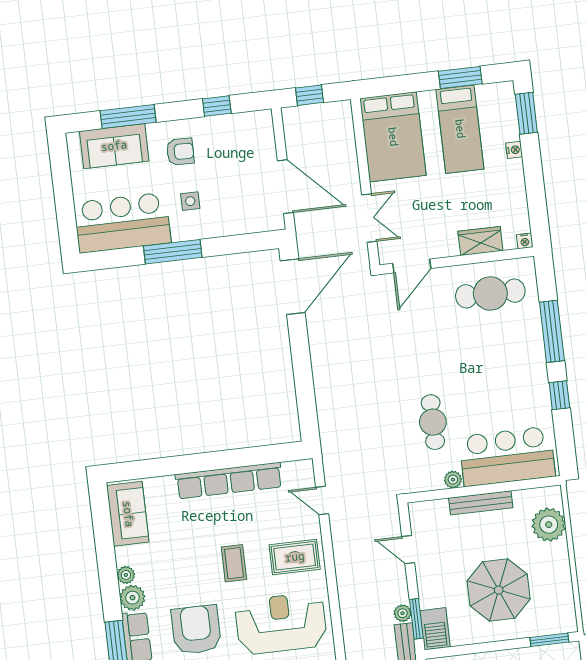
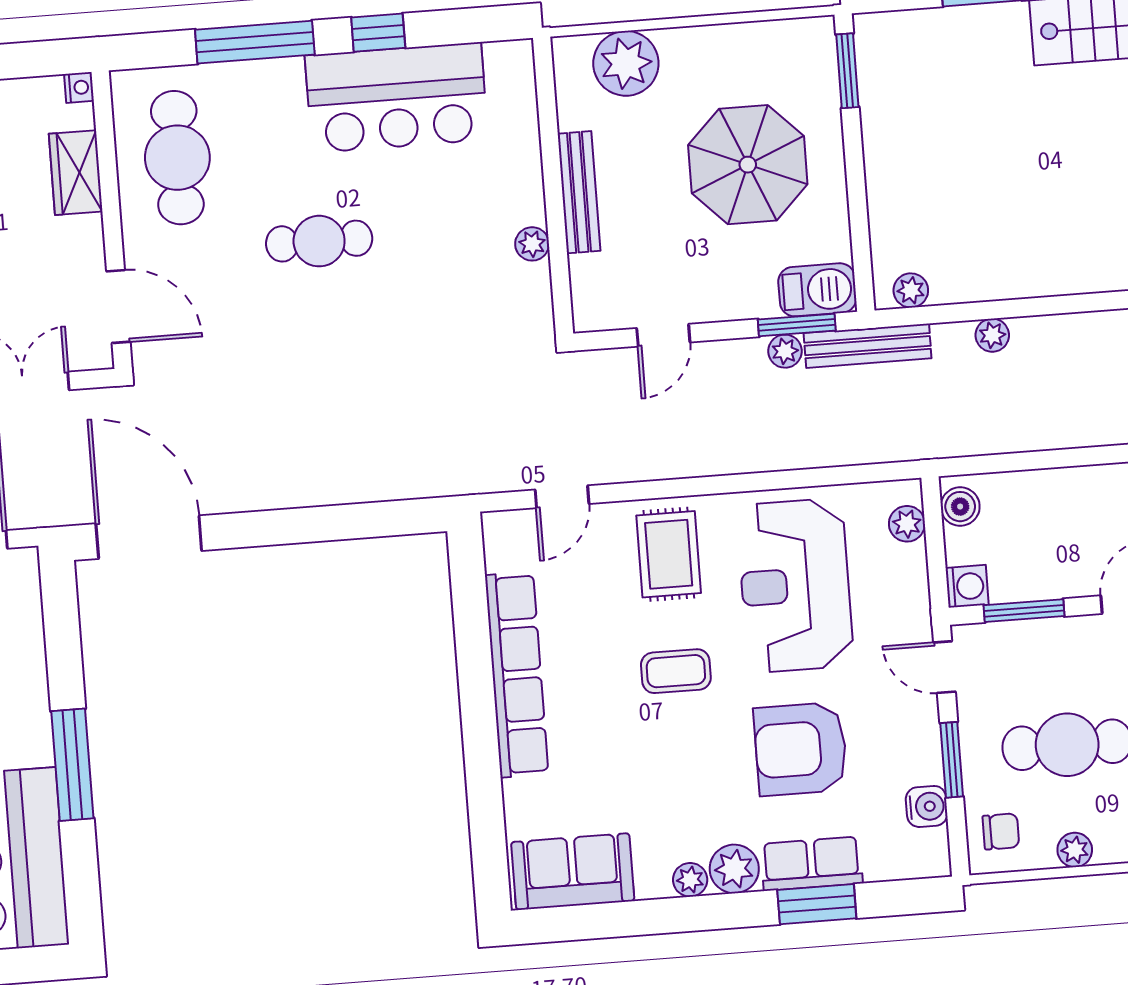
cafe table: (433, 422) -> (319, 241), moved
bar counter: (507, 456) -> (396, 98), moved, turned -90

